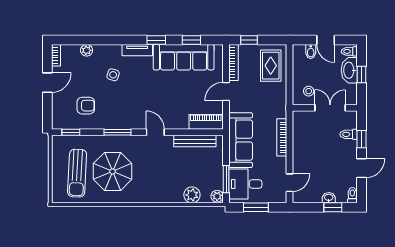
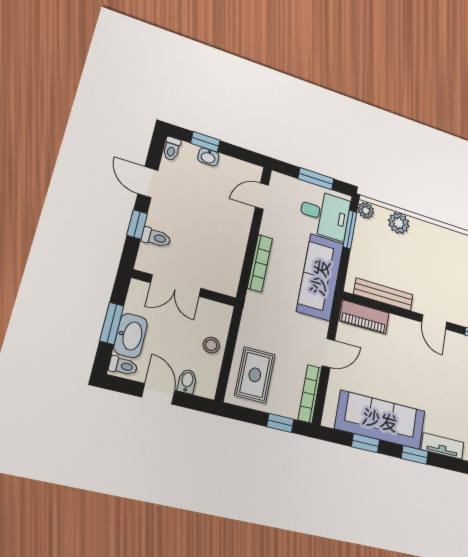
window: (361, 75) -> (112, 323), width x1.50
stool: (309, 91) -> (211, 345), moved
door: (361, 168) -> (148, 182), hinge flipped

